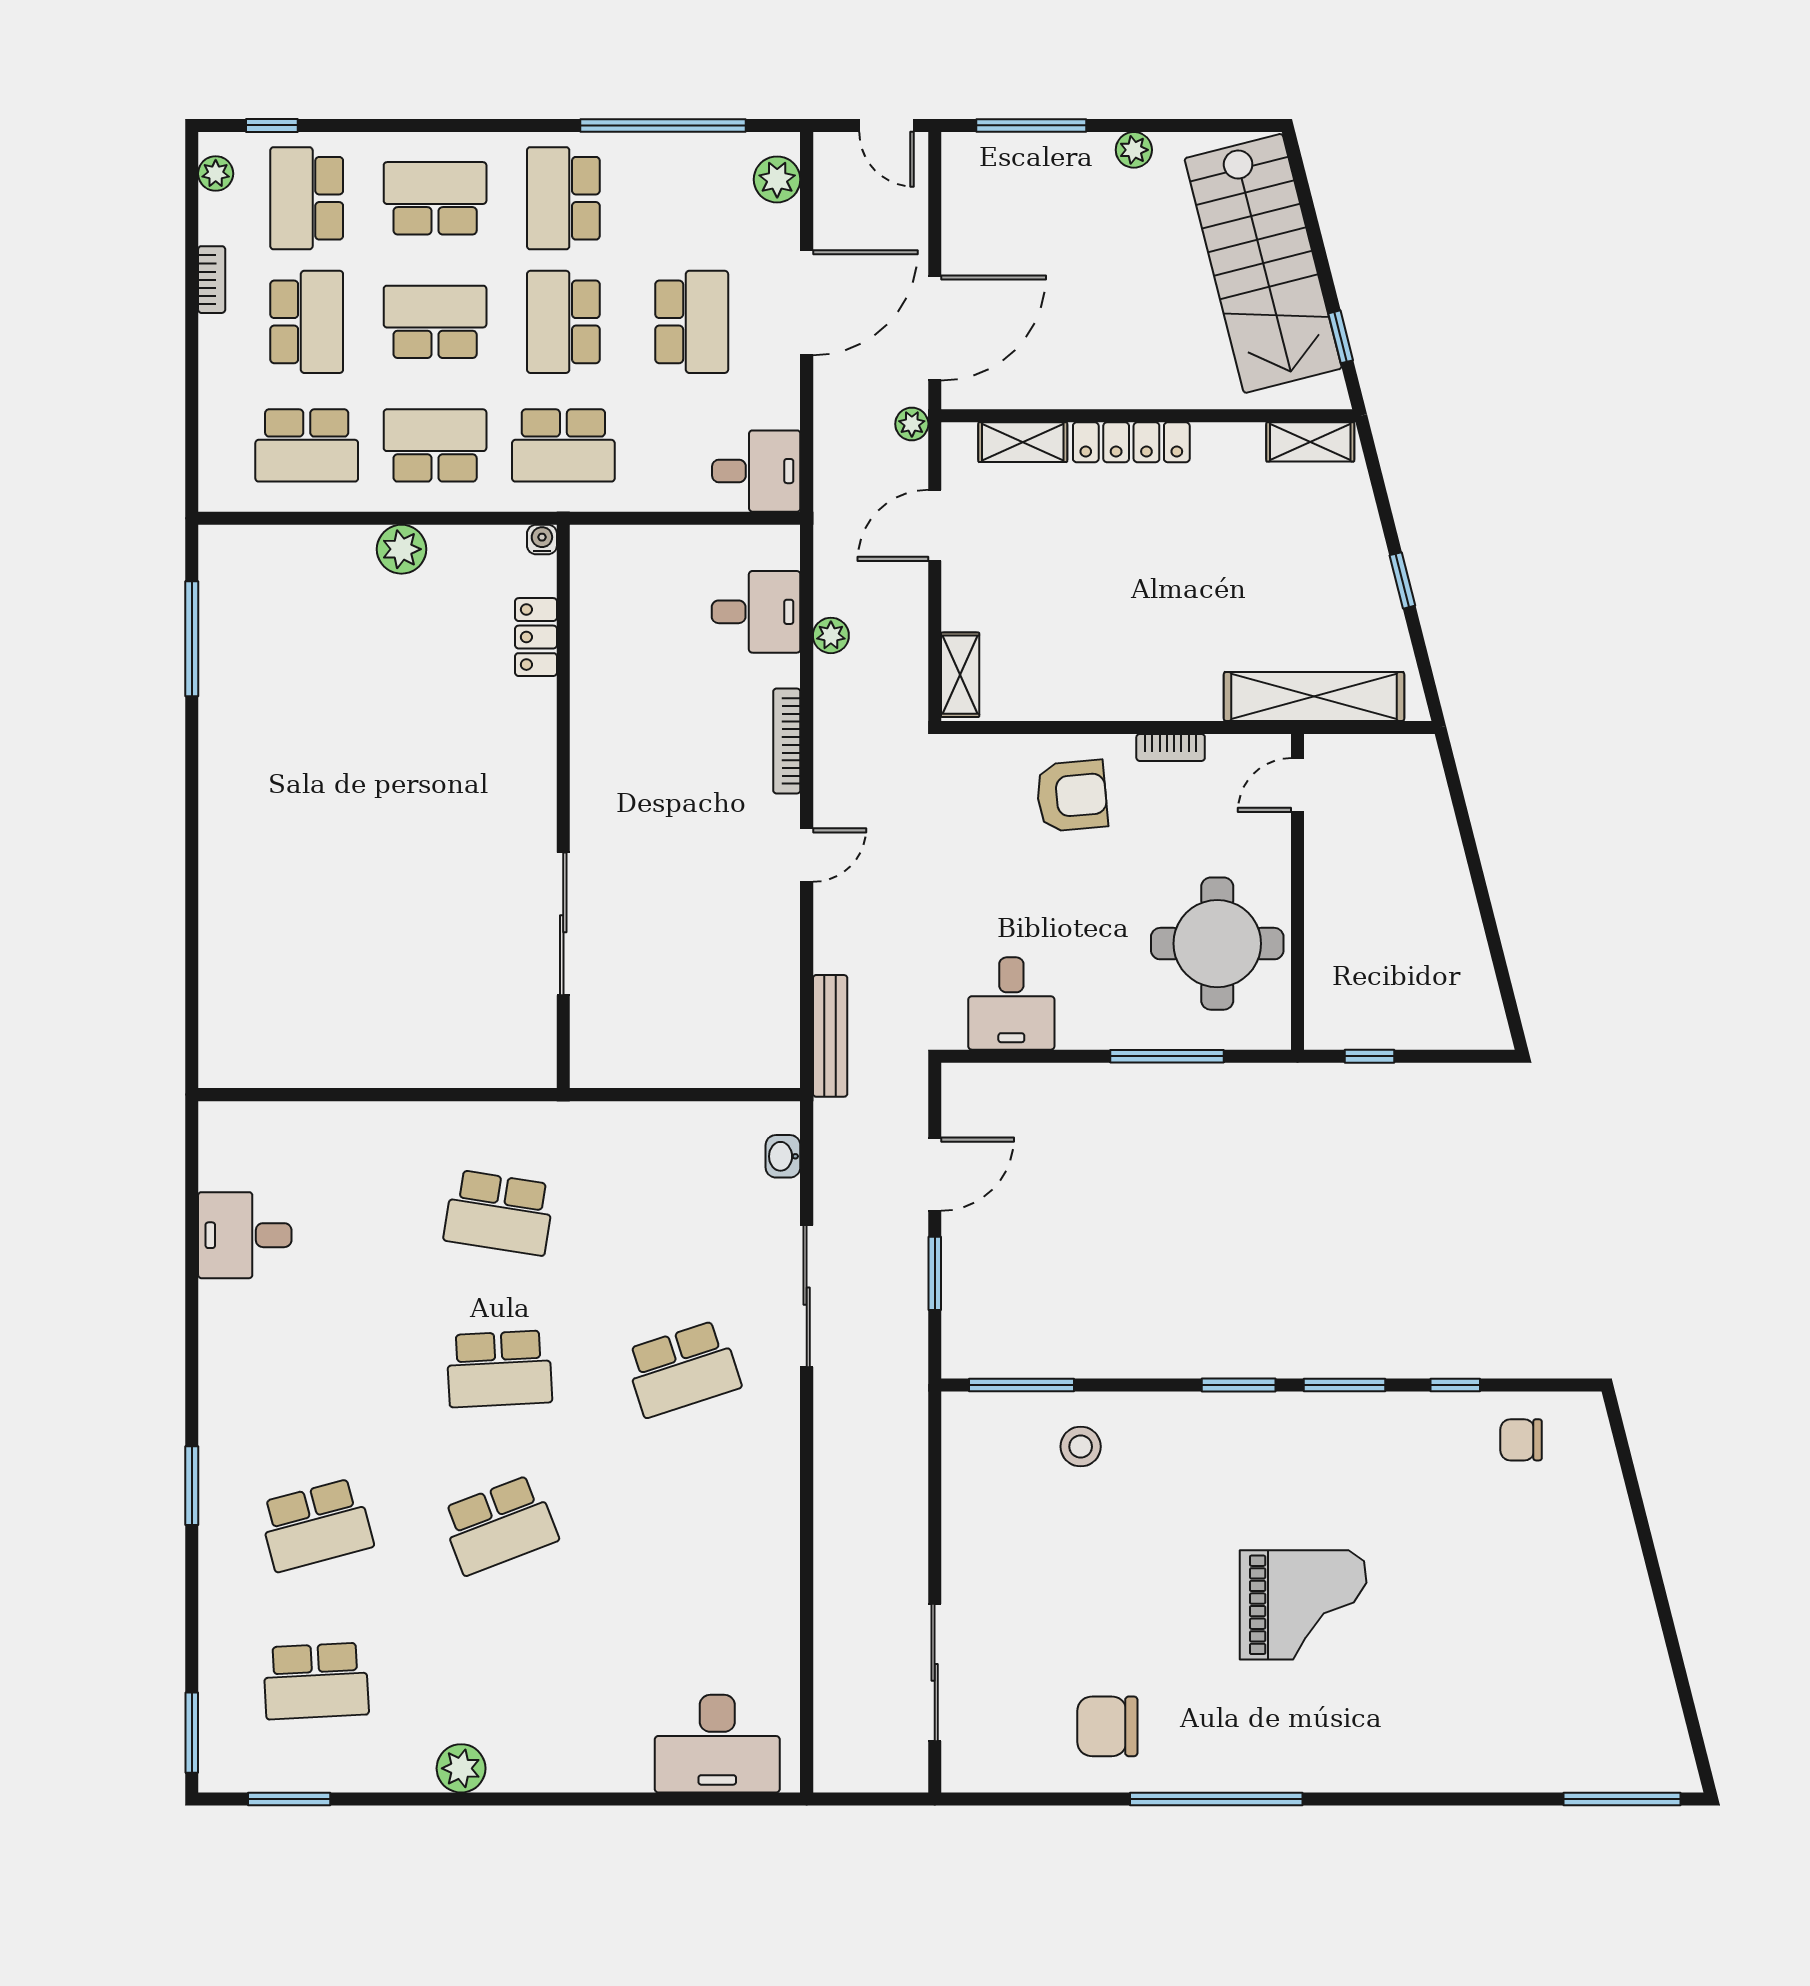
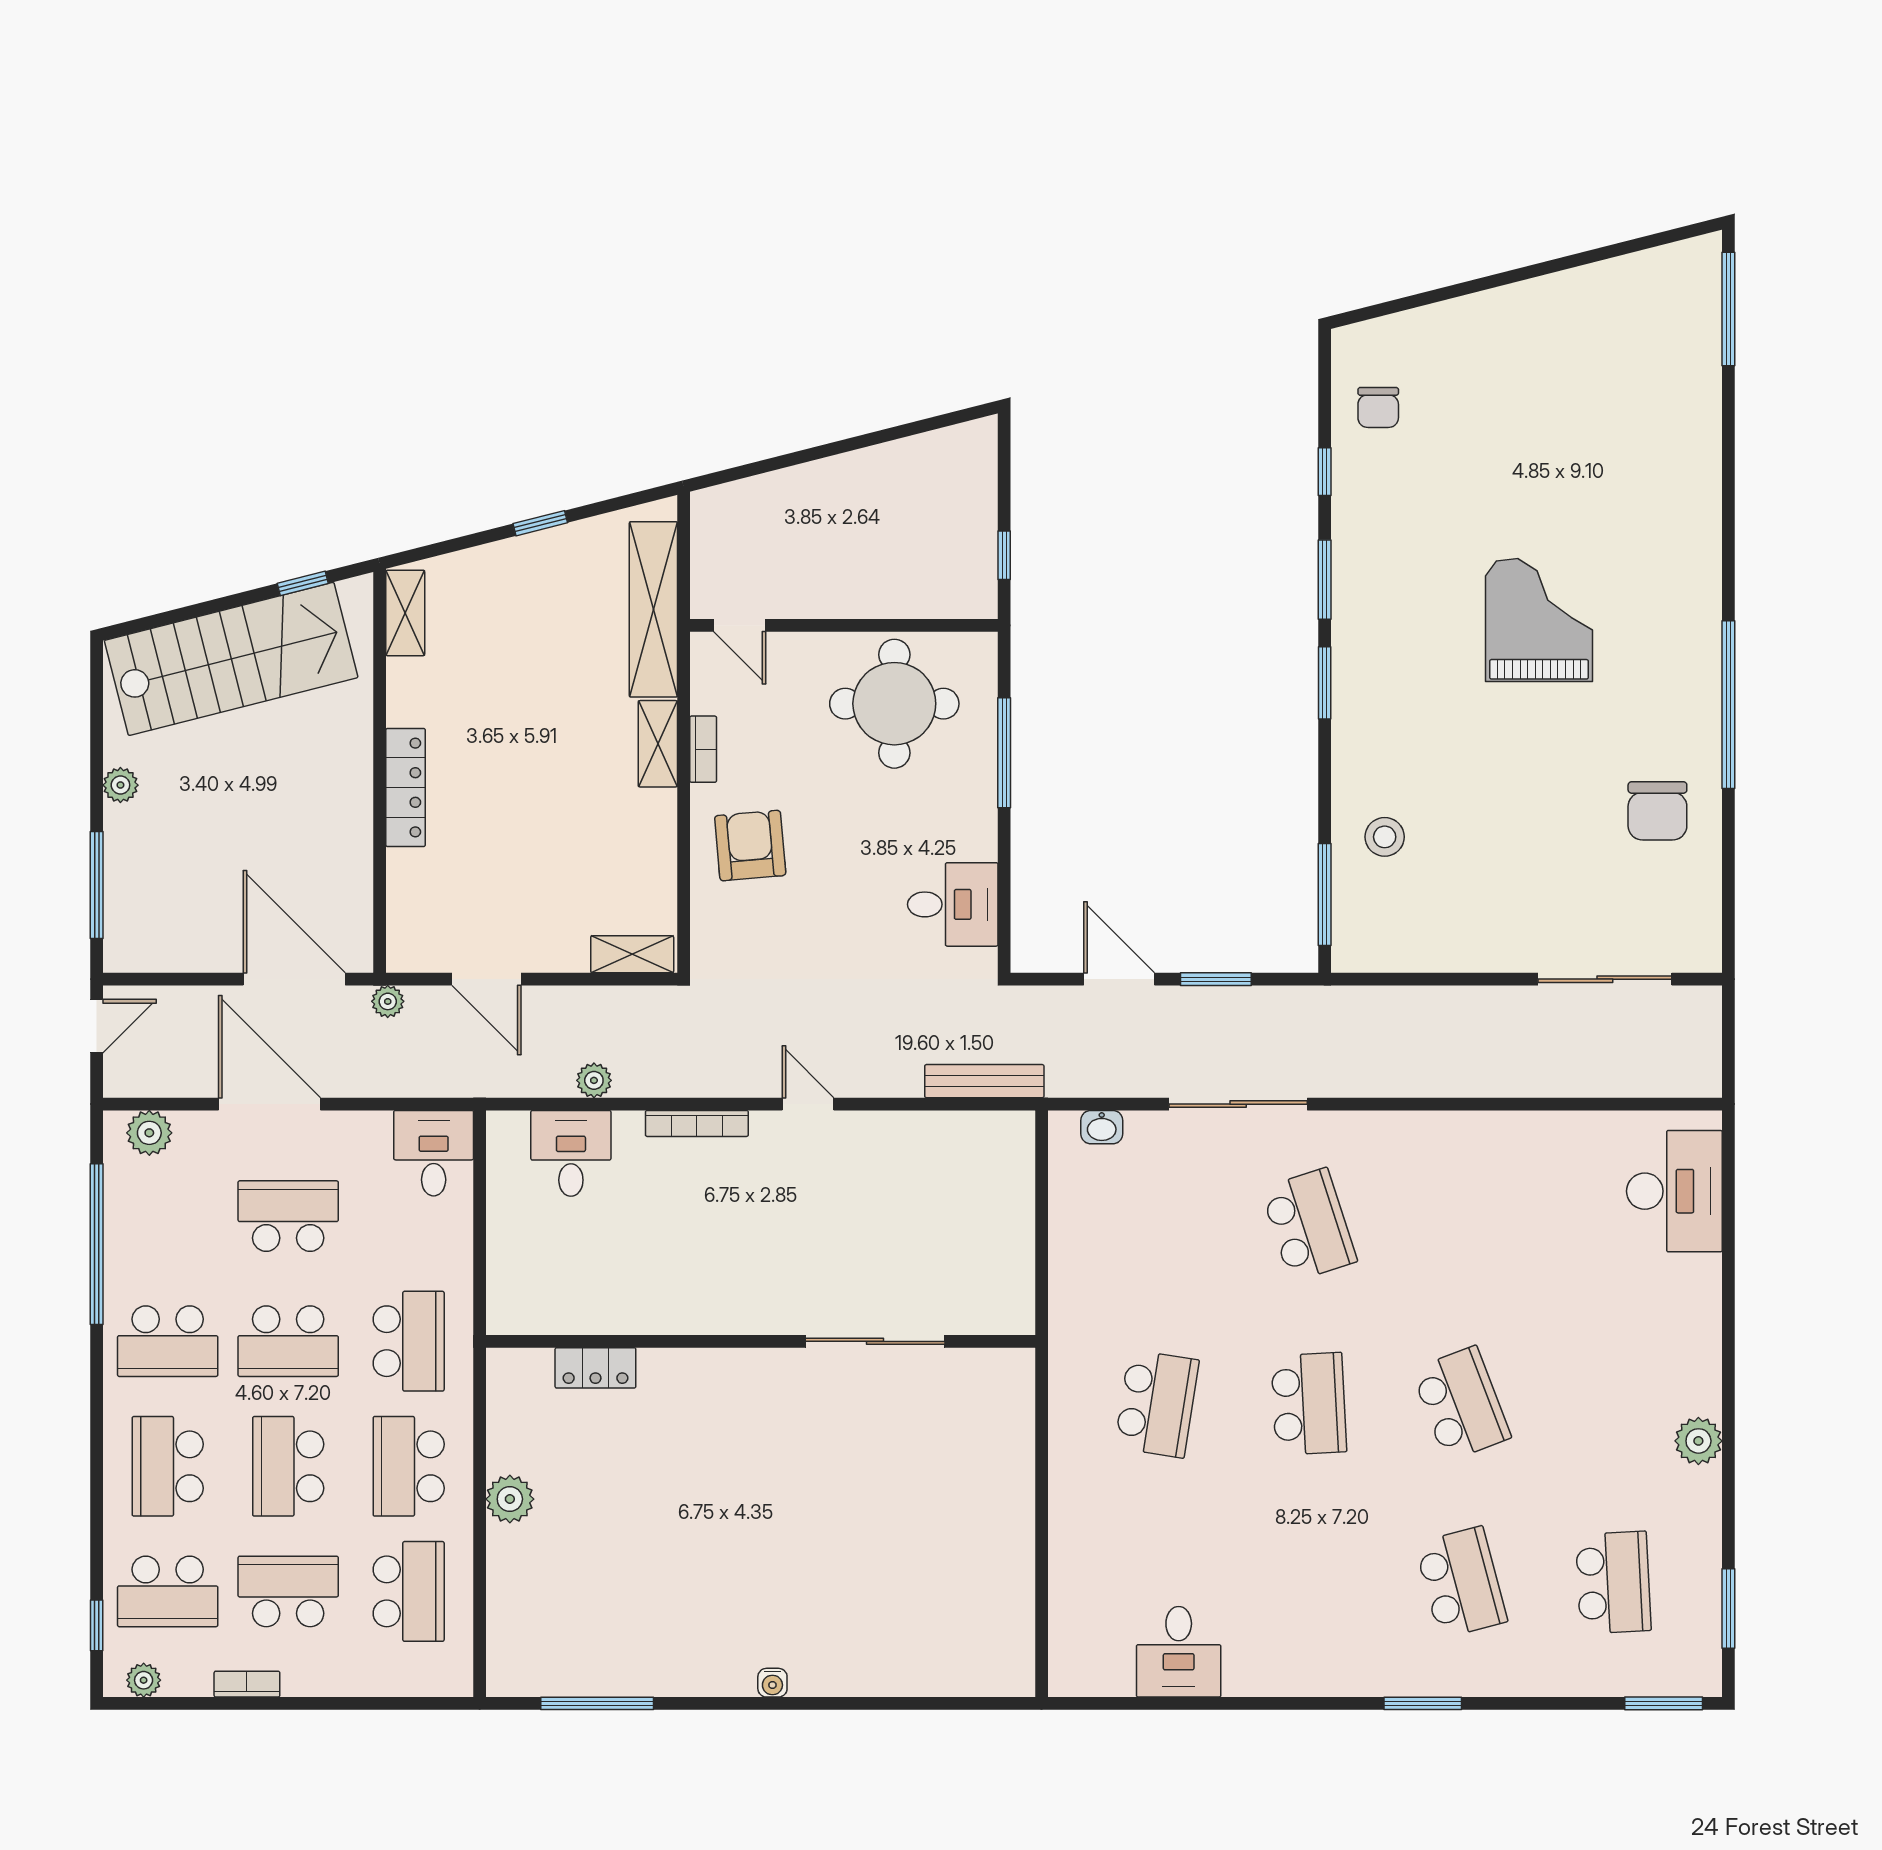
shelving: (1023, 442) -> (658, 744), moved
water cooler: (542, 540) -> (772, 1683), moved, turned -90

